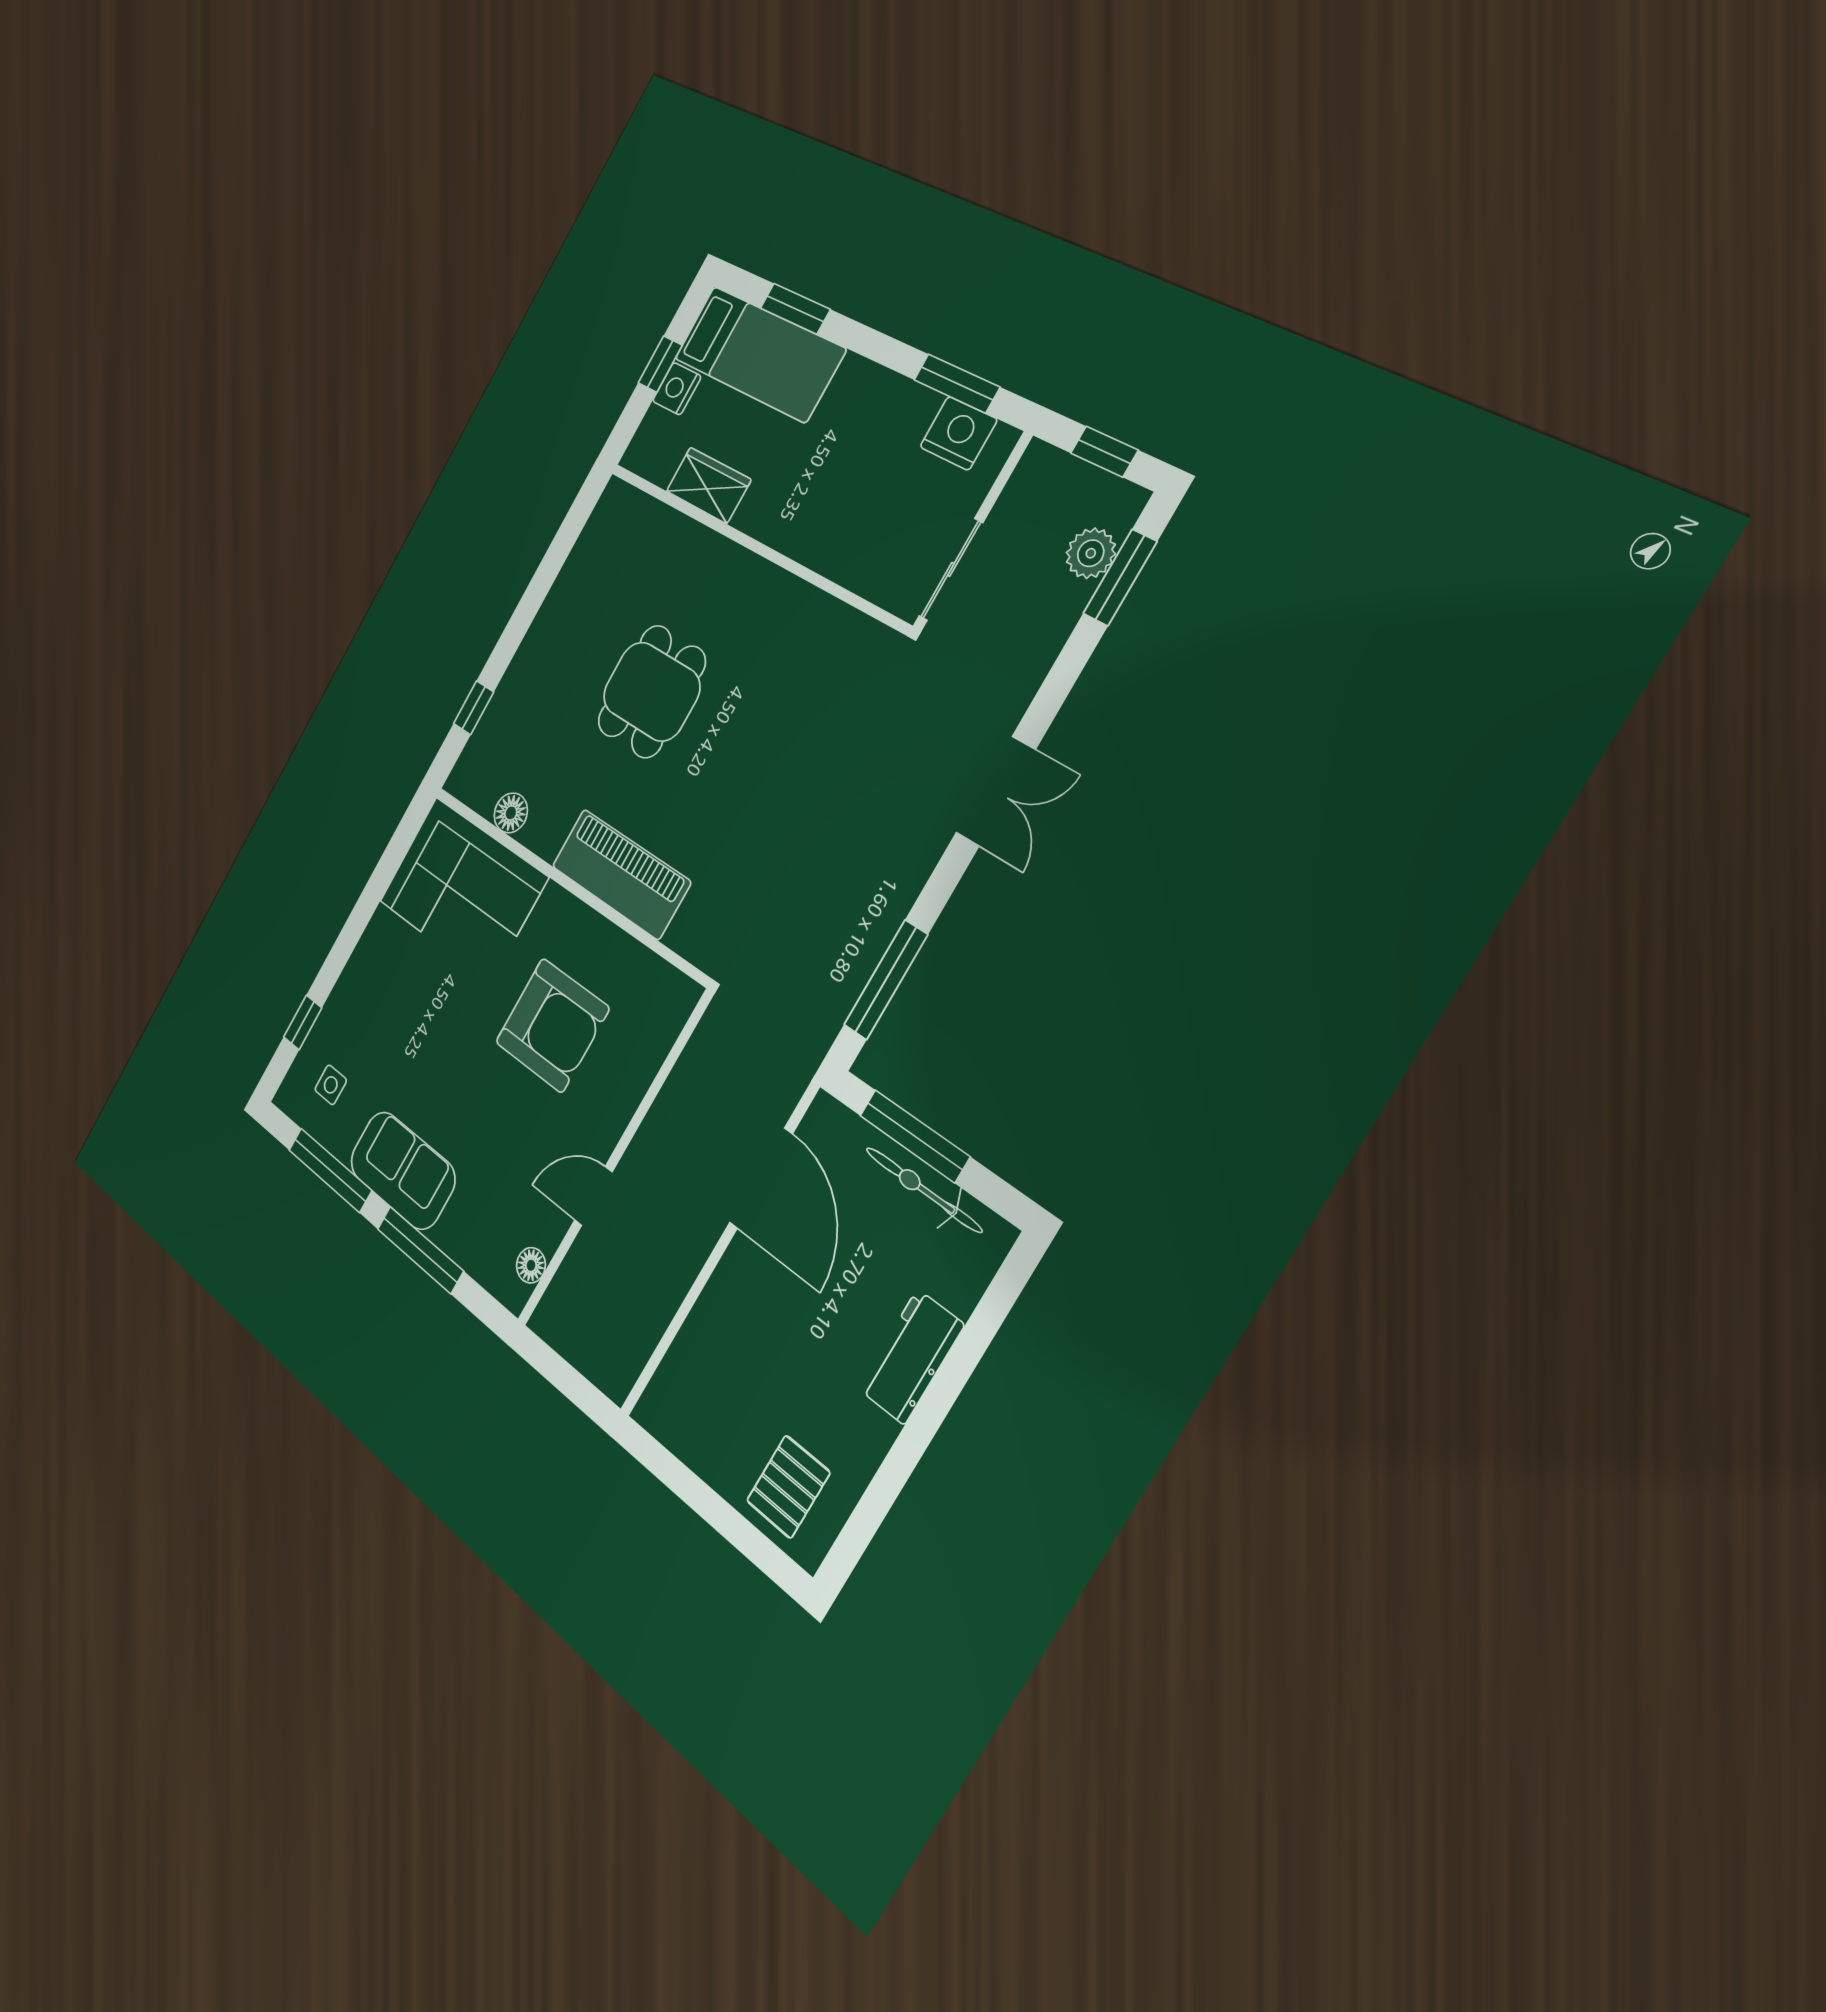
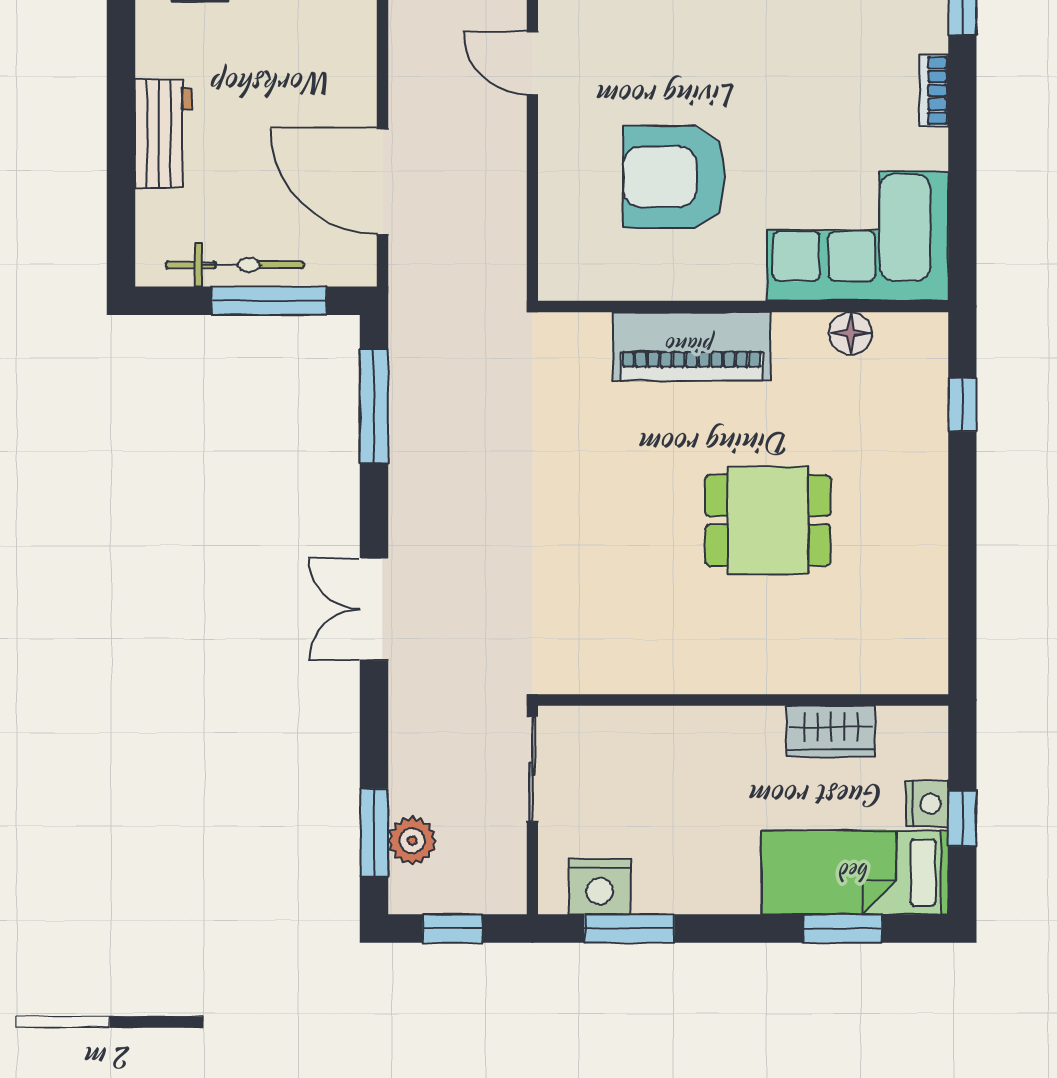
dining table: (651, 692) -> (768, 520), turned 90
bookcase: (354, 971) -> (934, 90), added
door: (593, 1196) -> (532, 63), swing flipped

